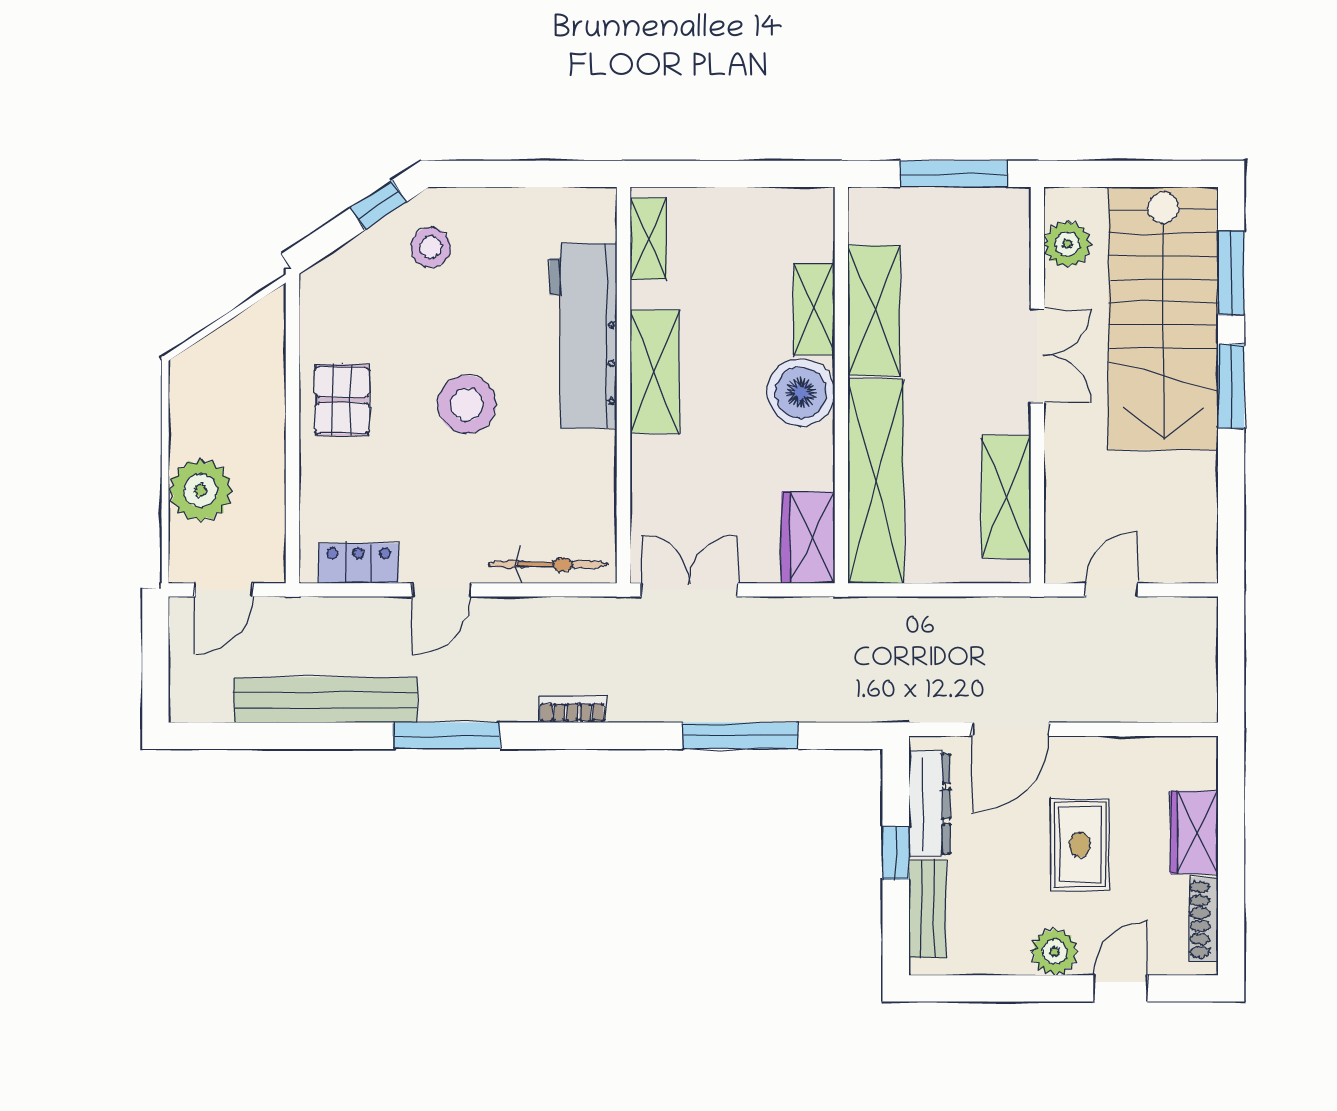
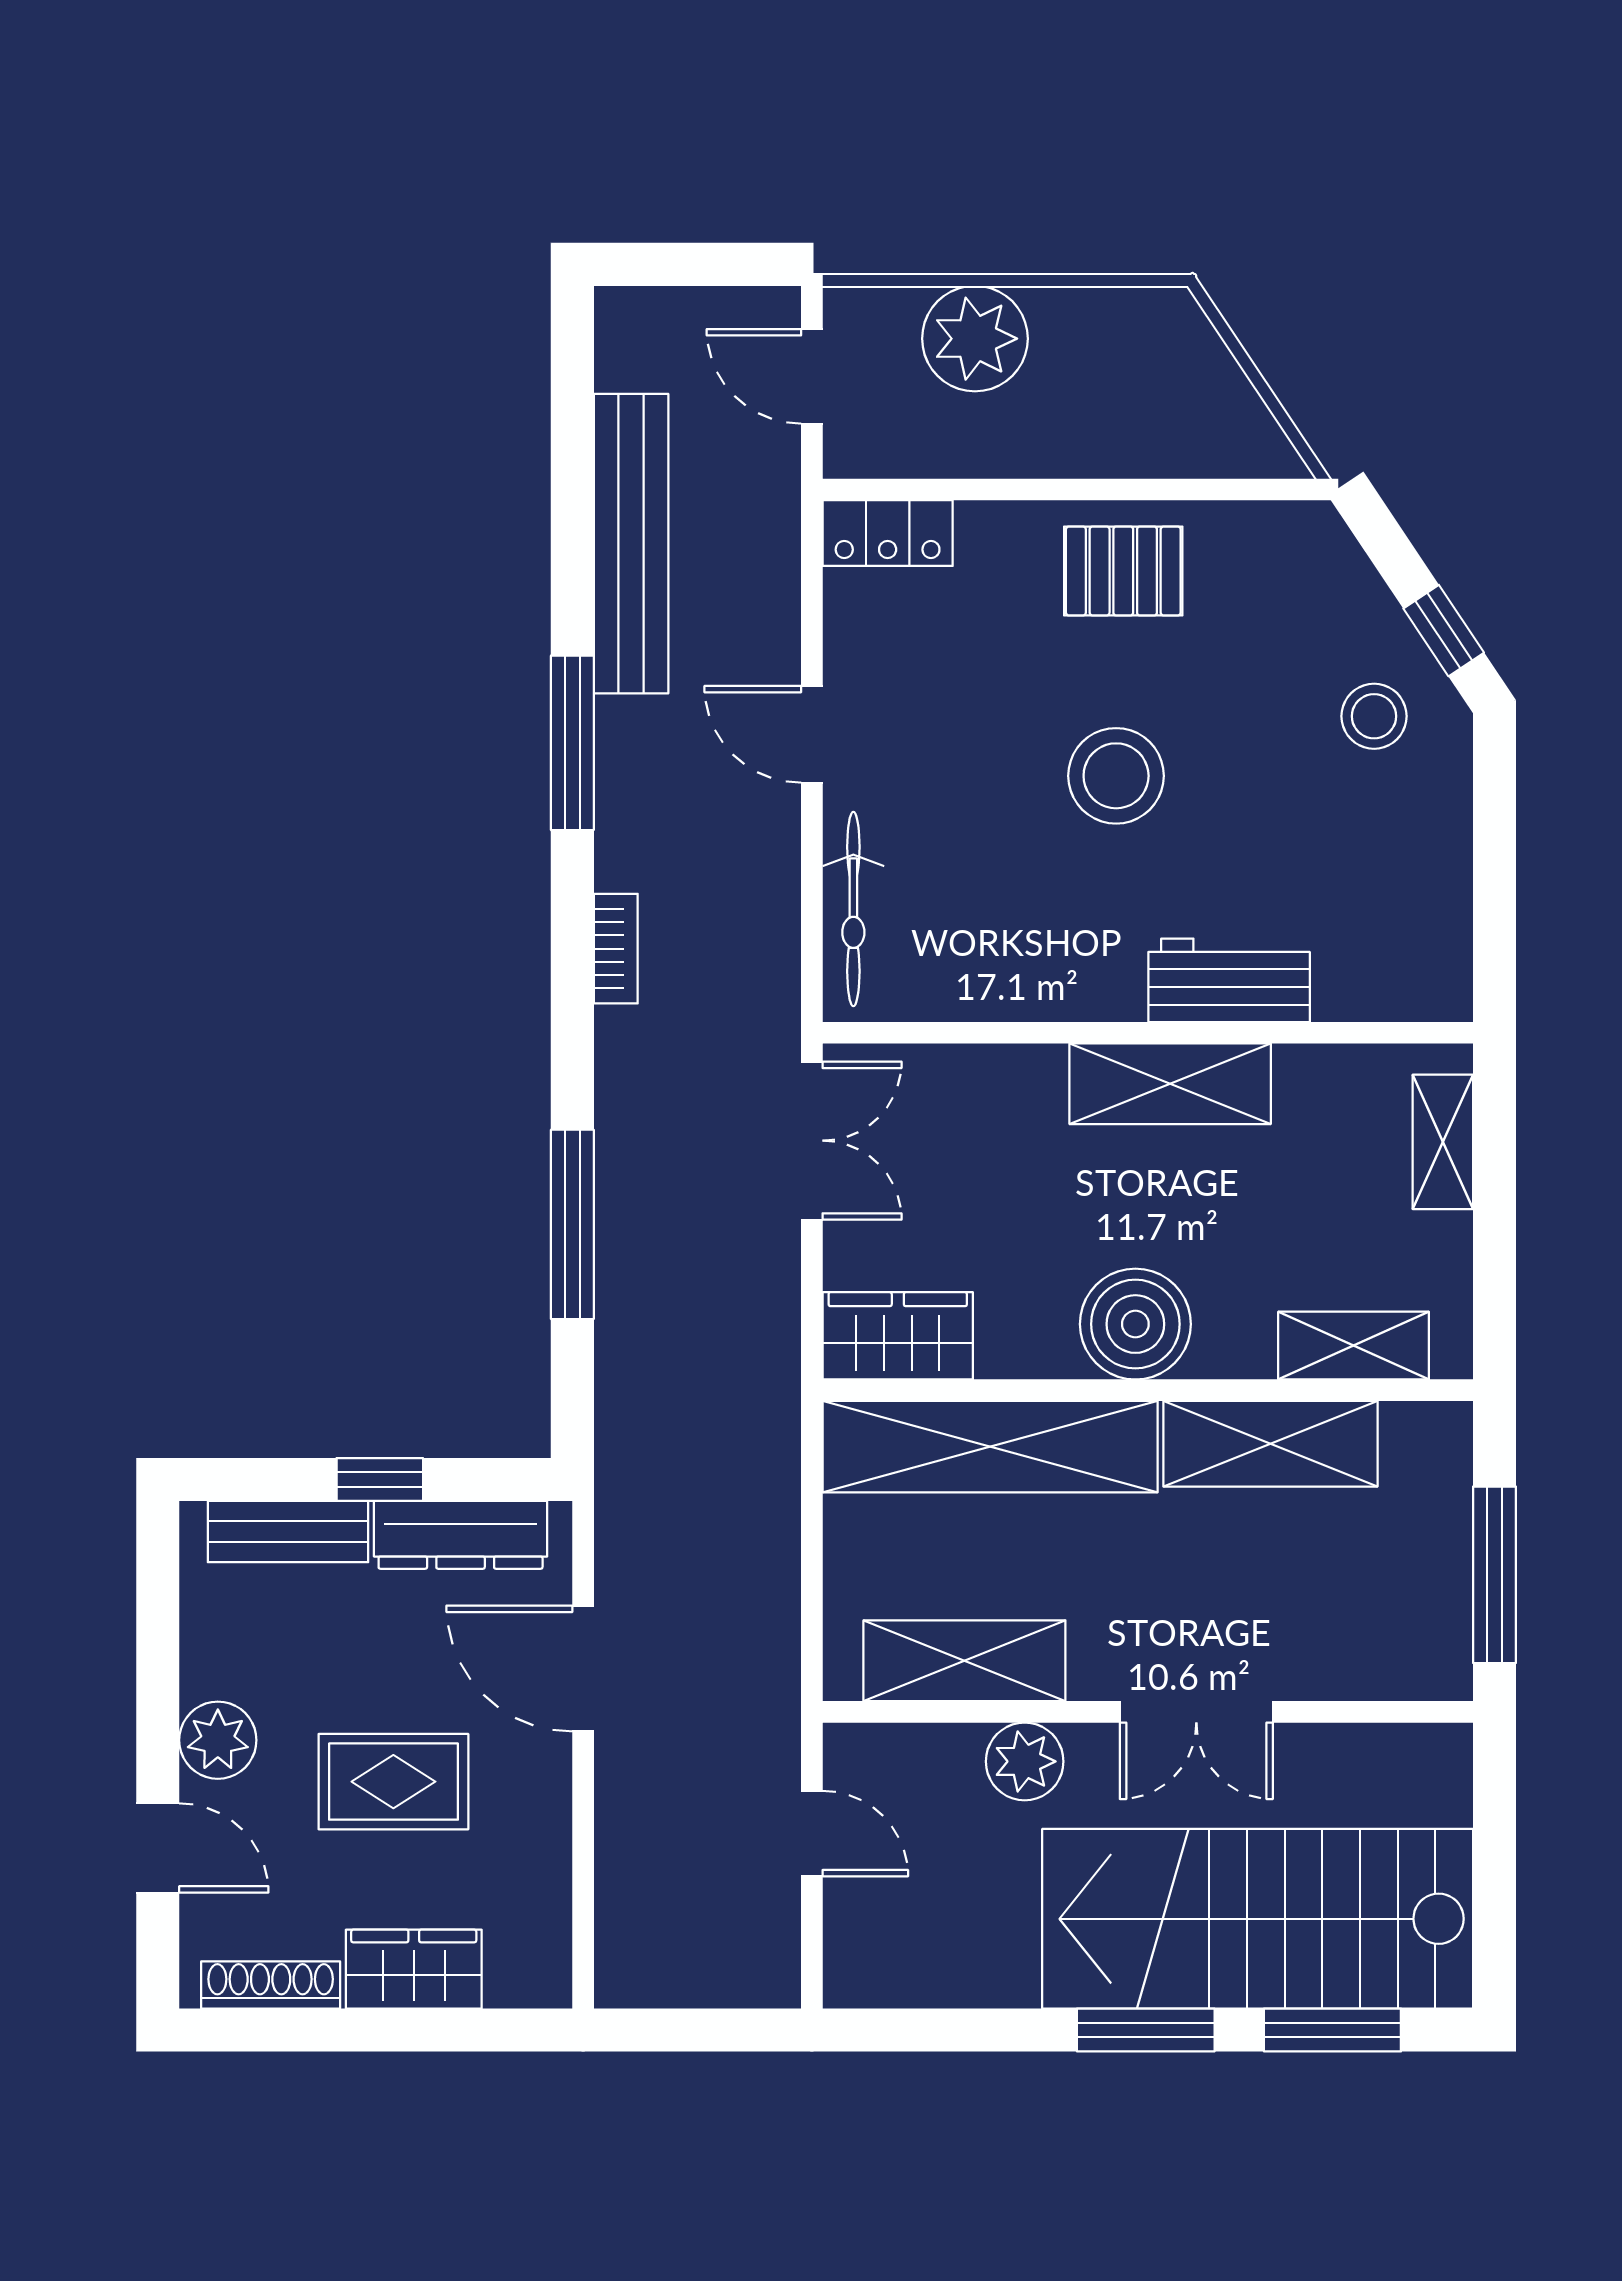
shelving: (648, 239) -> (1443, 1142), moved, turned 90
plant: (1067, 244) -> (1025, 1761), moved
shelving: (814, 310) -> (1354, 1346), moved
workbench: (583, 336) -> (1229, 980), width x0.53, depth x0.76
locker: (359, 563) -> (888, 533), moved, turned 90

